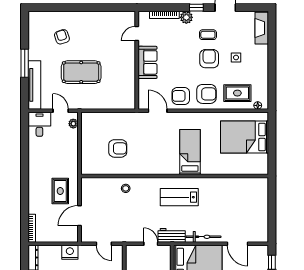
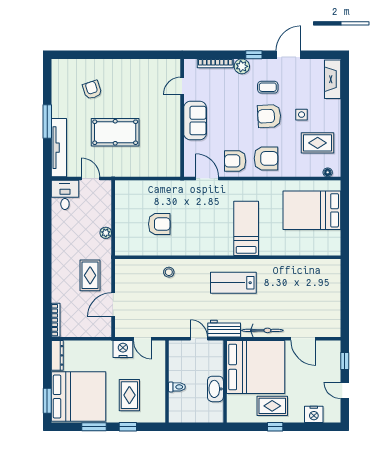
armchair: (209, 59) -> (269, 116), turned -93
rug: (237, 93) -> (318, 143), moved
plant: (73, 124) -> (106, 233), moved
nightstand: (70, 252) -> (123, 349), moved

